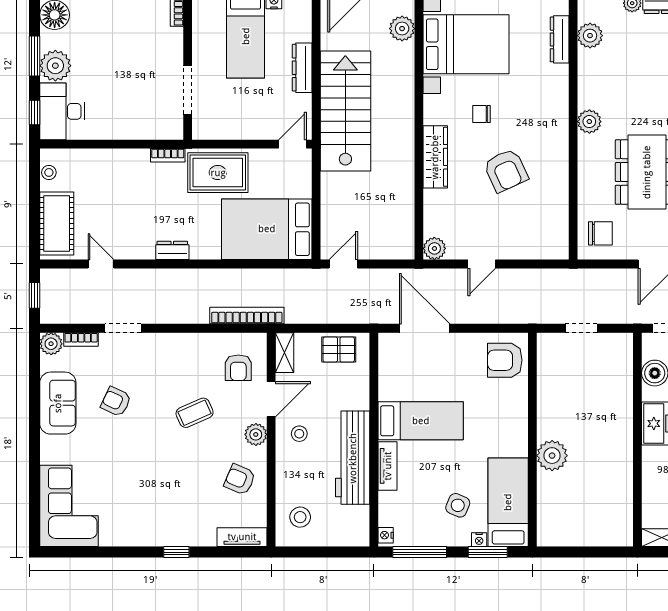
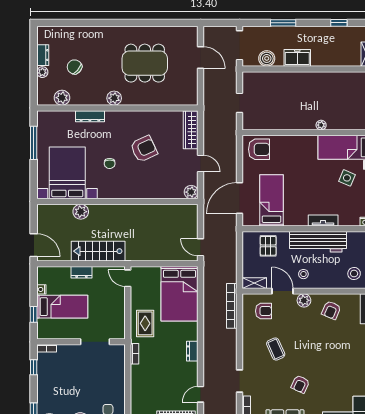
plant: (402, 29) -> (81, 212), moved
dresser: (560, 39) -> (90, 116), moved
dresser: (302, 68) -> (81, 272), width x0.70
stairs: (345, 111) -> (98, 251), width x0.73, depth x0.66
wardrobe: (435, 157) -> (191, 130), moved, turned -90
rug: (218, 173) -> (145, 323), width x0.73, depth x0.70
chair: (600, 233) -> (74, 67), moved, turned -50
pallet: (339, 350) -> (268, 246), moved
armchair: (505, 360) -> (259, 149), turned -90
armchair: (116, 402) -> (300, 384), moved
coffee table: (195, 413) -> (276, 349), moved
bed: (421, 421) -> (272, 200), moved
plant: (552, 456) -> (321, 125), width x0.53, depth x0.53

